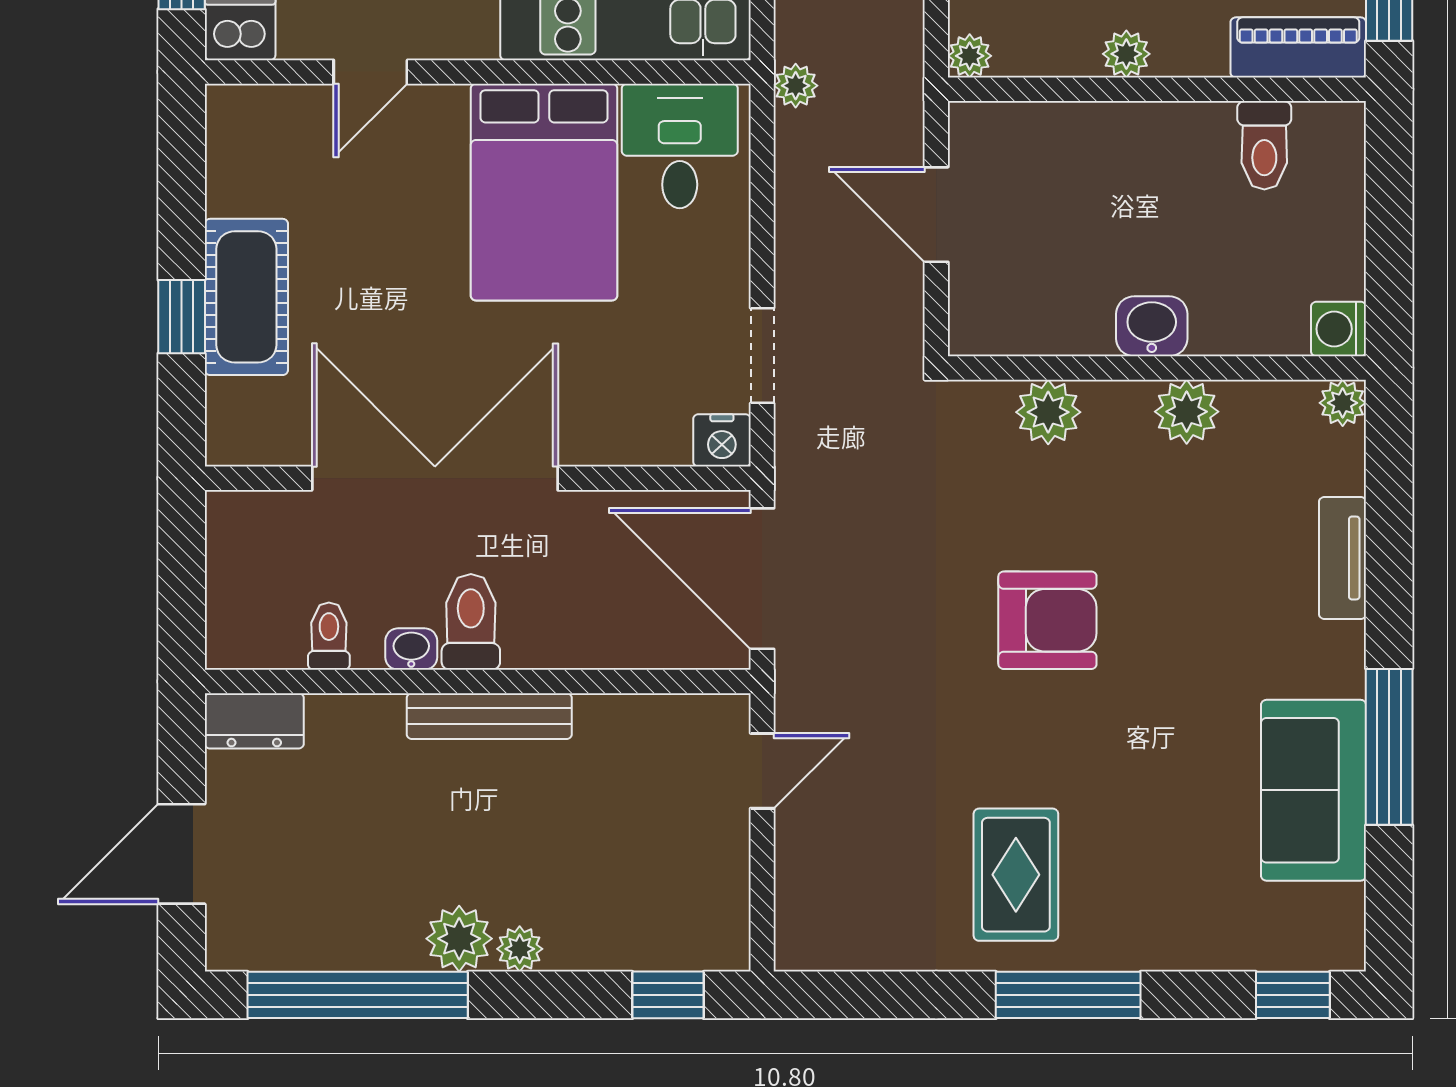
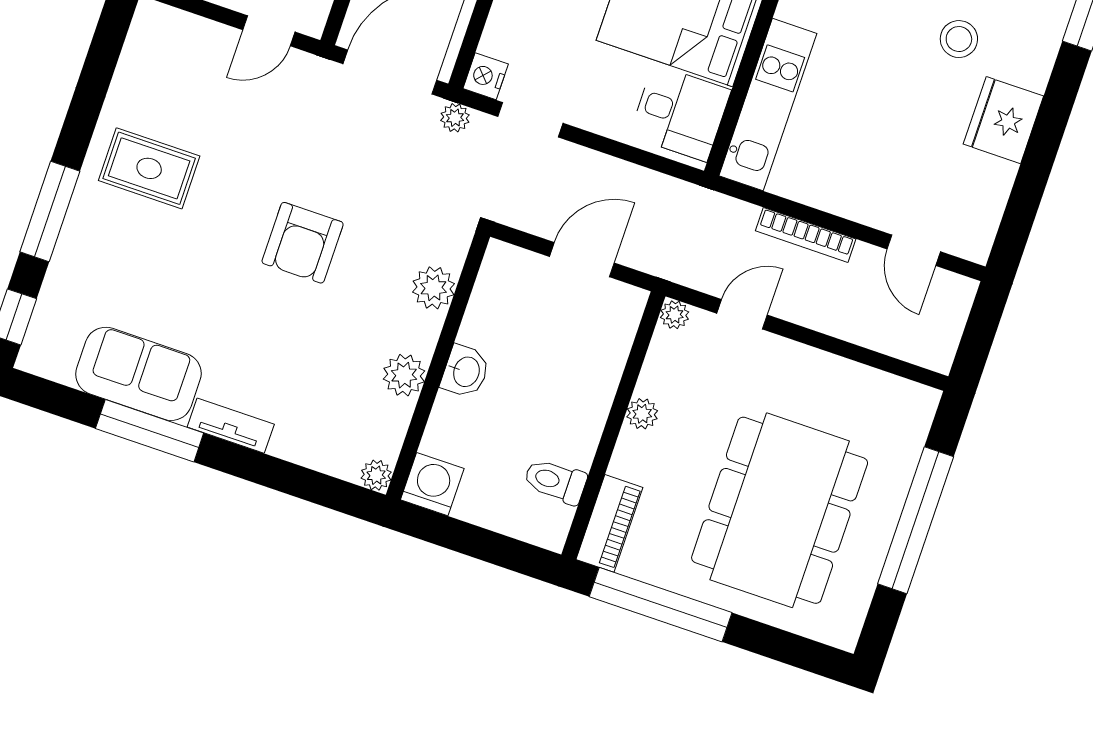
plant: (796, 86) -> (455, 118), moved
washing machine: (1339, 329) -> (432, 484), width x1.38, depth x1.38
tv unit: (1343, 558) -> (231, 426), moved
door: (762, 771) -> (269, 31), hinge flipped
window: (1068, 995) -> (50, 212), moved

